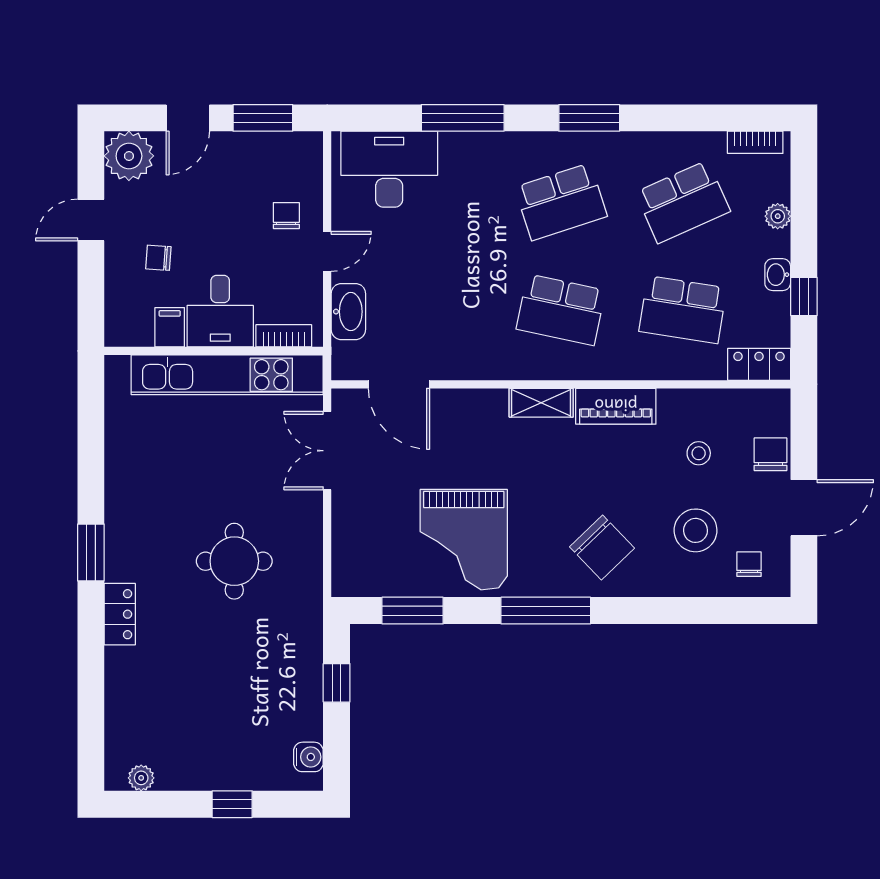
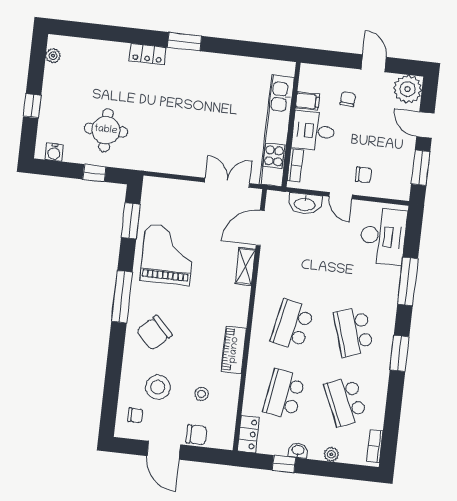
shelving: (541, 403) -> (245, 266), moved
grand piano: (464, 540) -> (168, 255), turned 90
round table: (234, 561) -> (106, 130), moved

